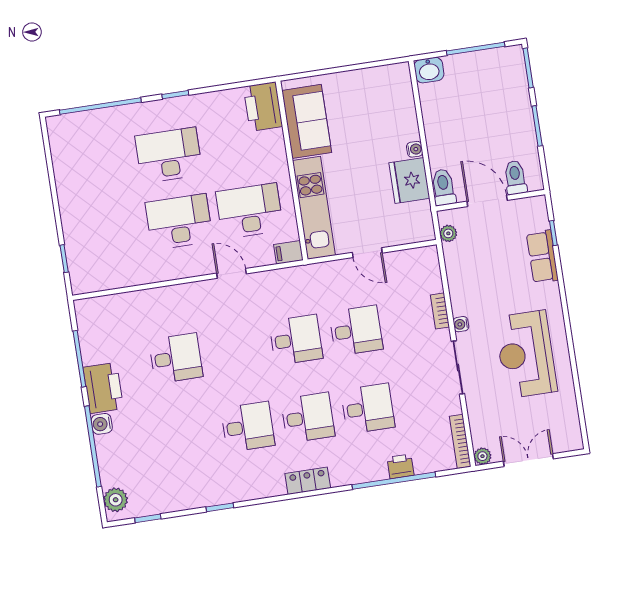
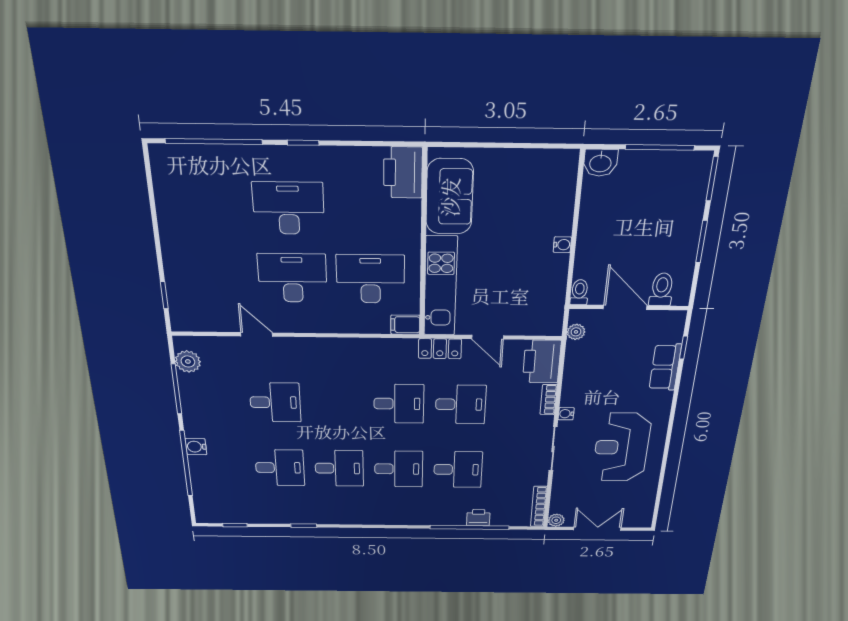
fridge: (409, 181) -> (549, 275), removed
toilet: (444, 187) -> (579, 292), width x0.73, depth x0.72
door: (231, 273) -> (257, 334), moved
printer: (103, 388) -> (542, 362), moved, turned 180
desk: (188, 436) -> (280, 468), added
locker: (308, 481) -> (440, 349), moved, turned 180
plant: (116, 500) -> (188, 361), moved

